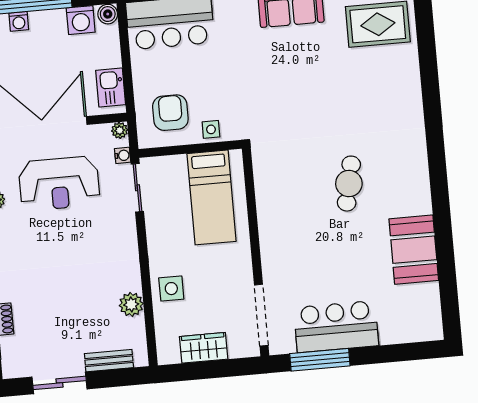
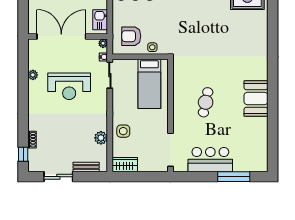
armchair: (170, 113) -> (131, 36), turned -90
reception desk: (59, 183) -> (69, 86), moved
cafe table: (349, 184) -> (206, 102), moved
booth: (414, 250) -> (256, 99), moved
wardrobe: (204, 348) -> (125, 165), moved
window: (320, 360) -> (234, 177), moved

